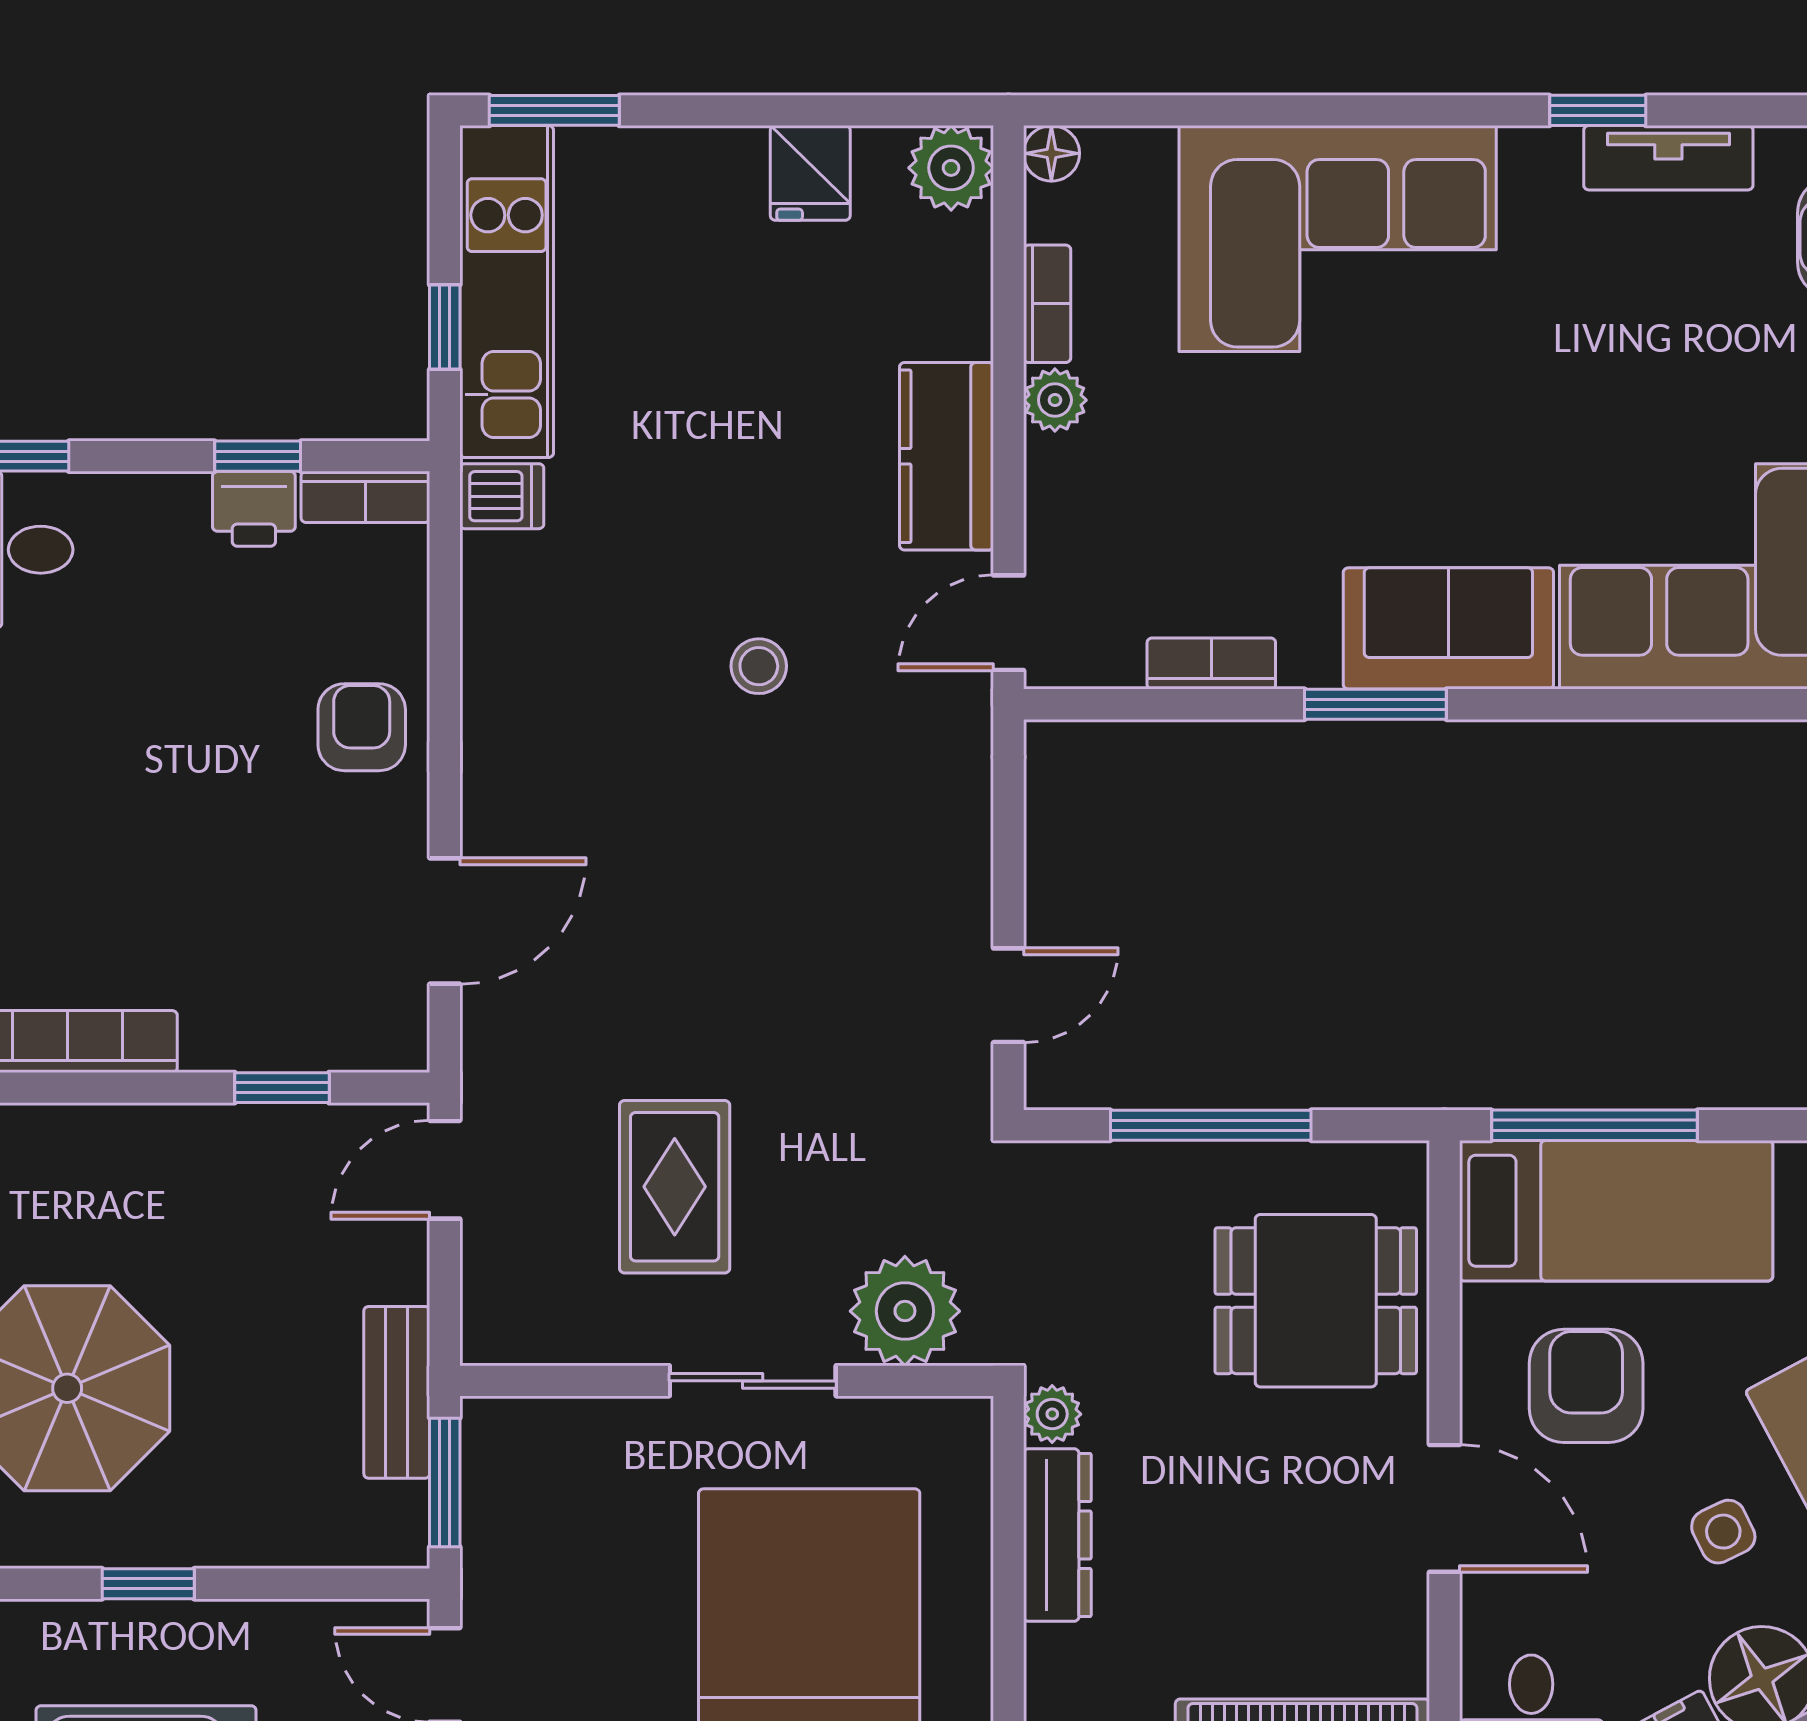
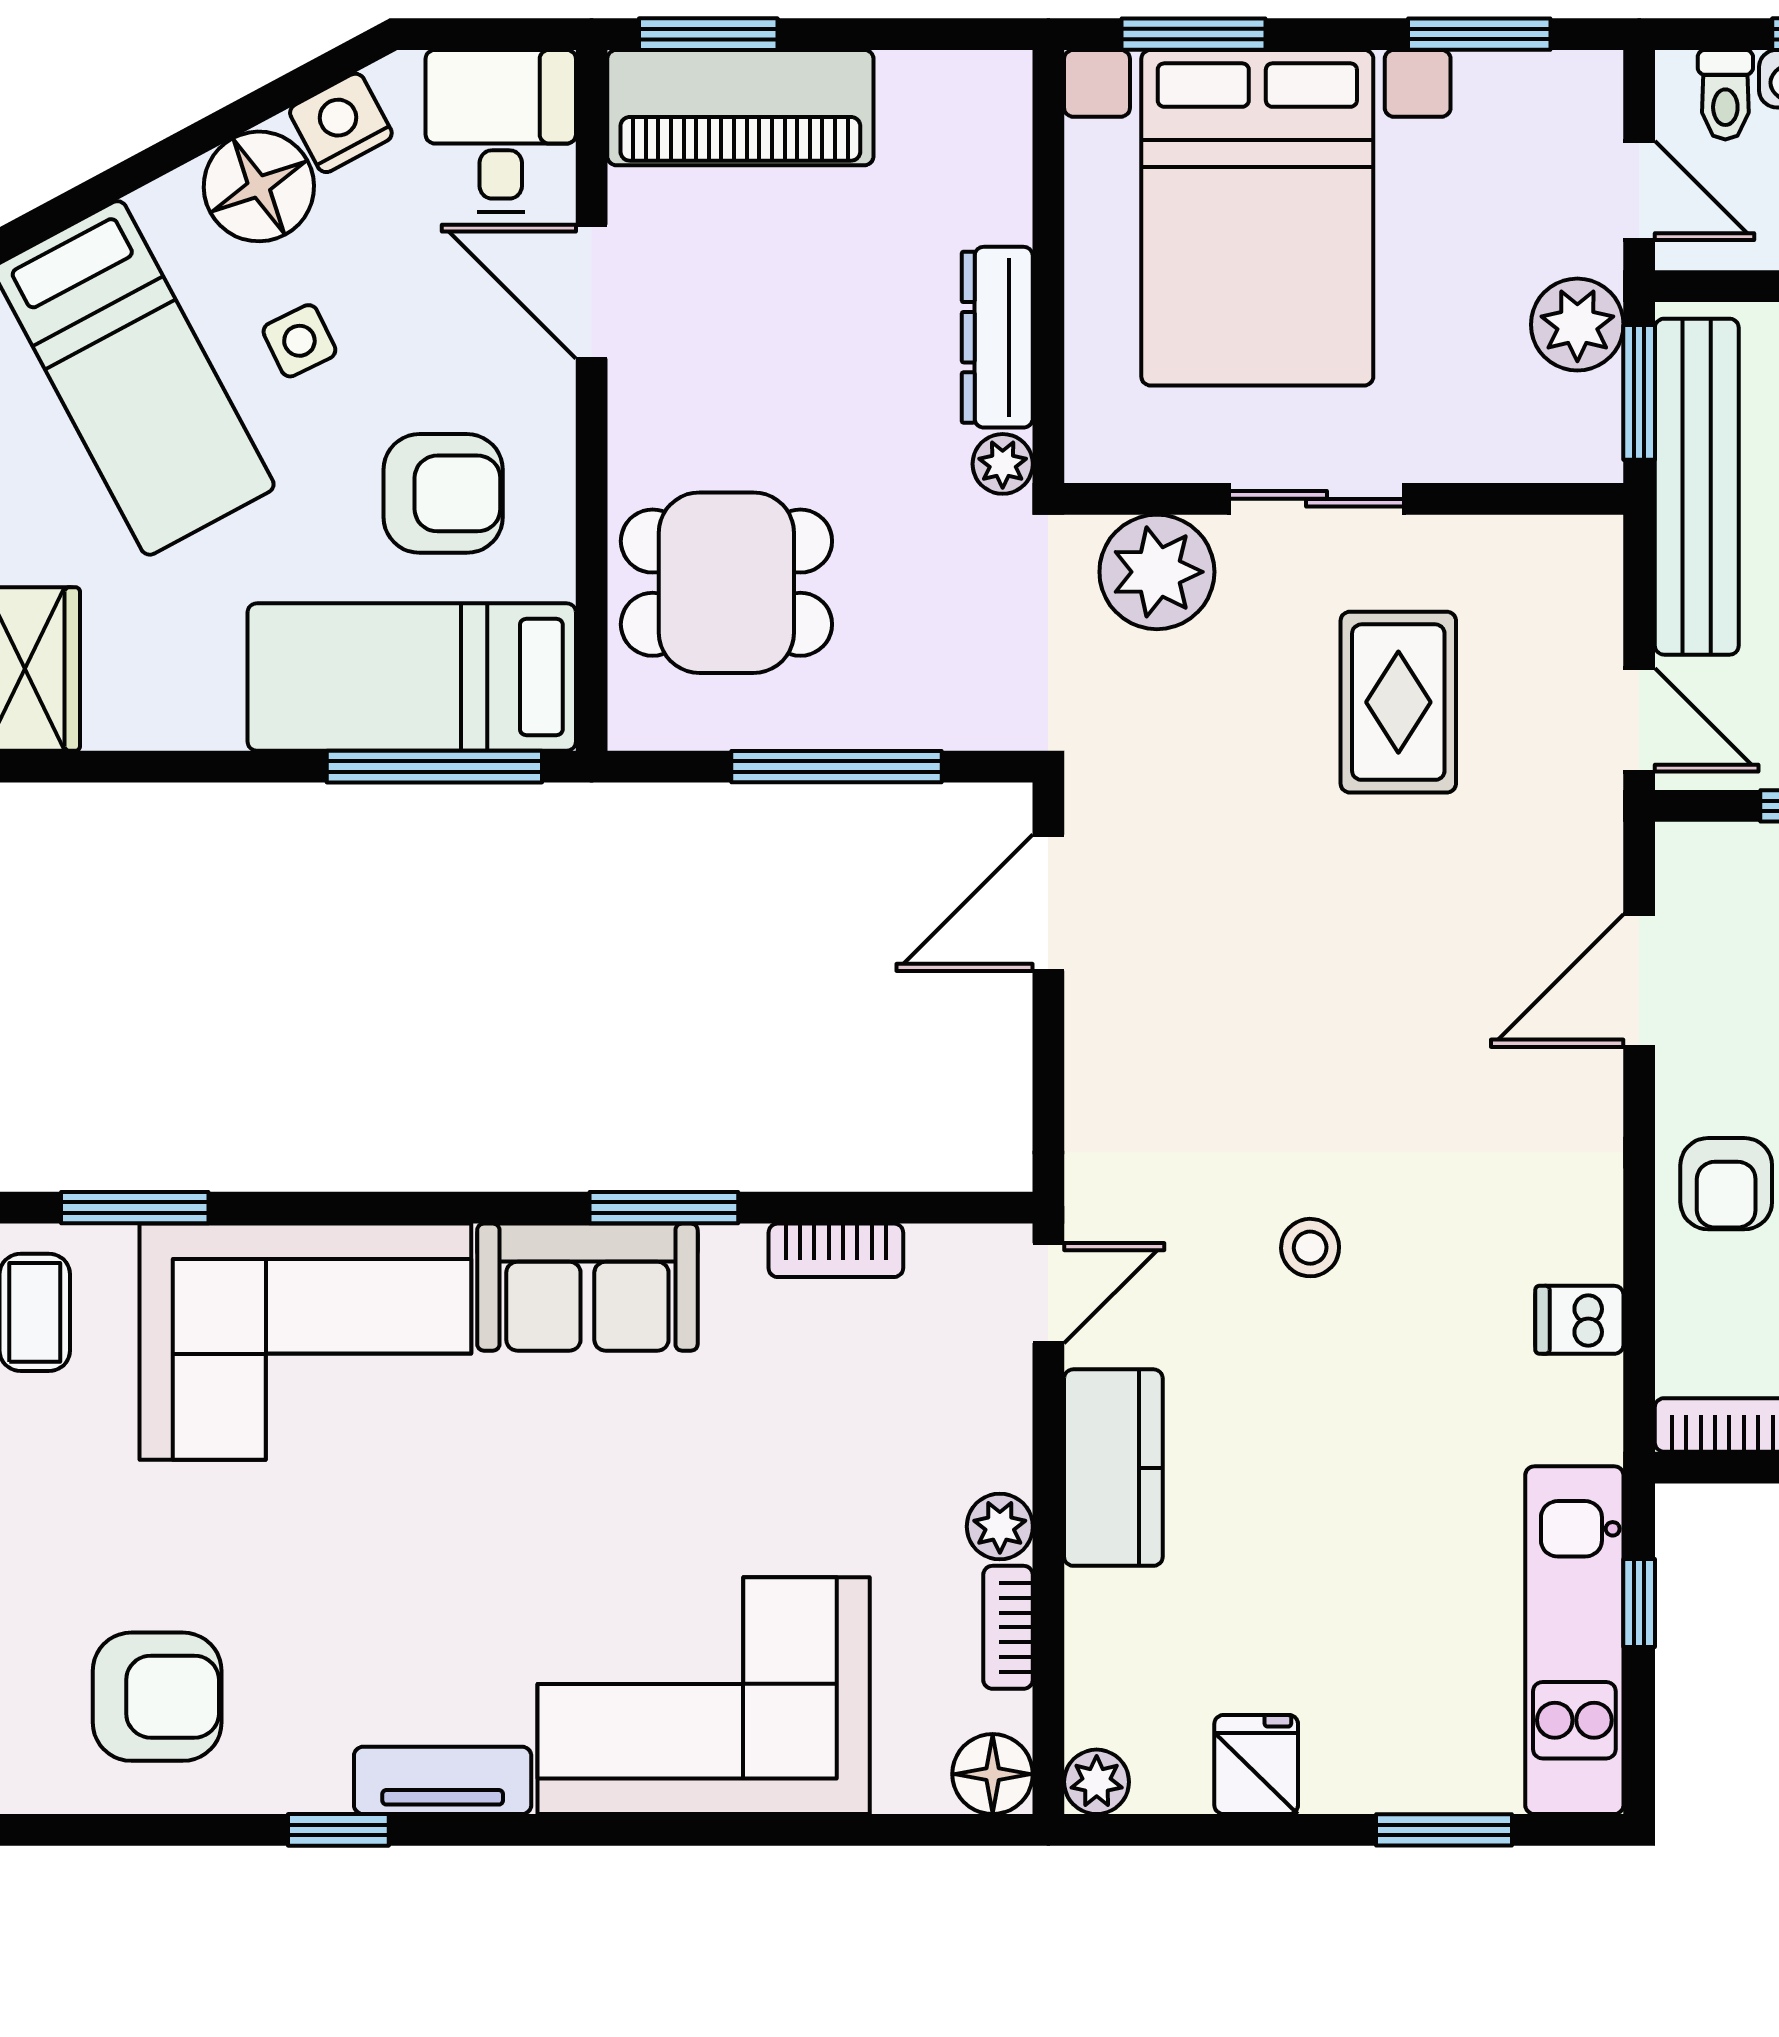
window: (554, 110) -> (1444, 1830), moved
window: (1598, 110) -> (338, 1830), moved
floor lamp: (1051, 153) -> (993, 1774), width x1.37, depth x1.37
tv unit: (1668, 158) -> (443, 1780), moved
plant: (951, 168) -> (1097, 1782), width x0.73, depth x0.73
dishwasher: (502, 496) -> (1579, 1320), moved
door: (1009, 995) -> (1048, 903), width x1.38
door: (445, 1170) -> (1639, 720), hinge flipped
armchair: (1586, 1386) -> (443, 493), turned -90
bench: (397, 1392) -> (1697, 487), width x1.86, depth x1.21
door: (1445, 1508) -> (592, 292), moved
plant: (504, 1547) -> (1577, 325), added

